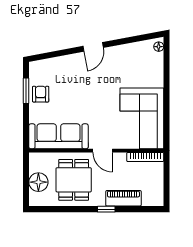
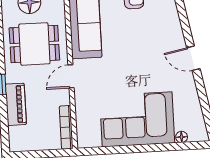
floor lamp: (159, 47) -> (182, 137), moved
corner sofa: (142, 118) -> (137, 119), moved

